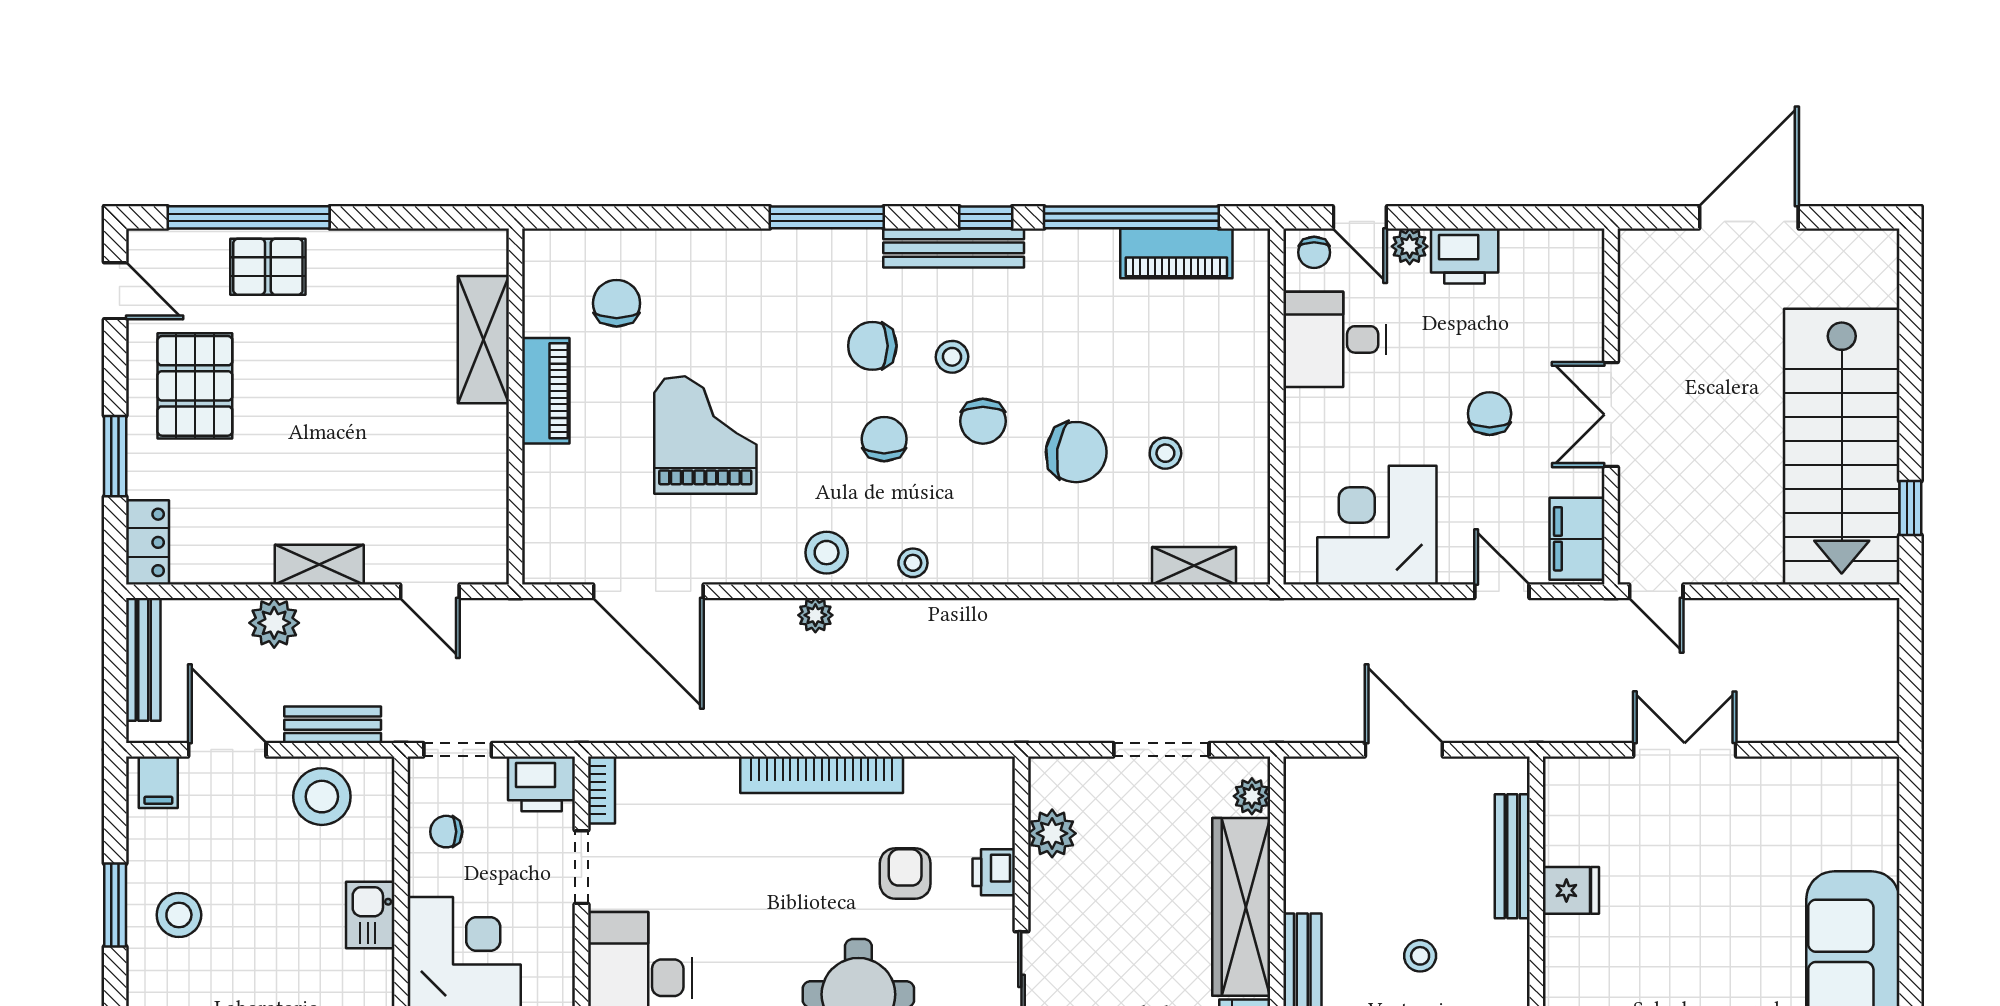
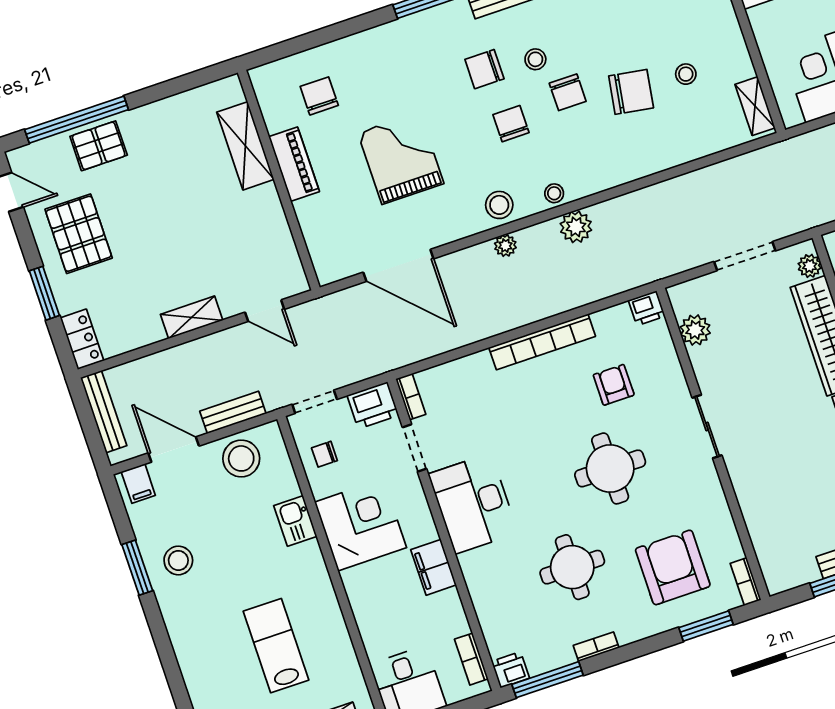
shelving: (1194, 566) -> (755, 106), moved, turned 90
plant: (274, 623) -> (576, 227), moved
printer: (994, 872) -> (647, 308), moved, turned -90

